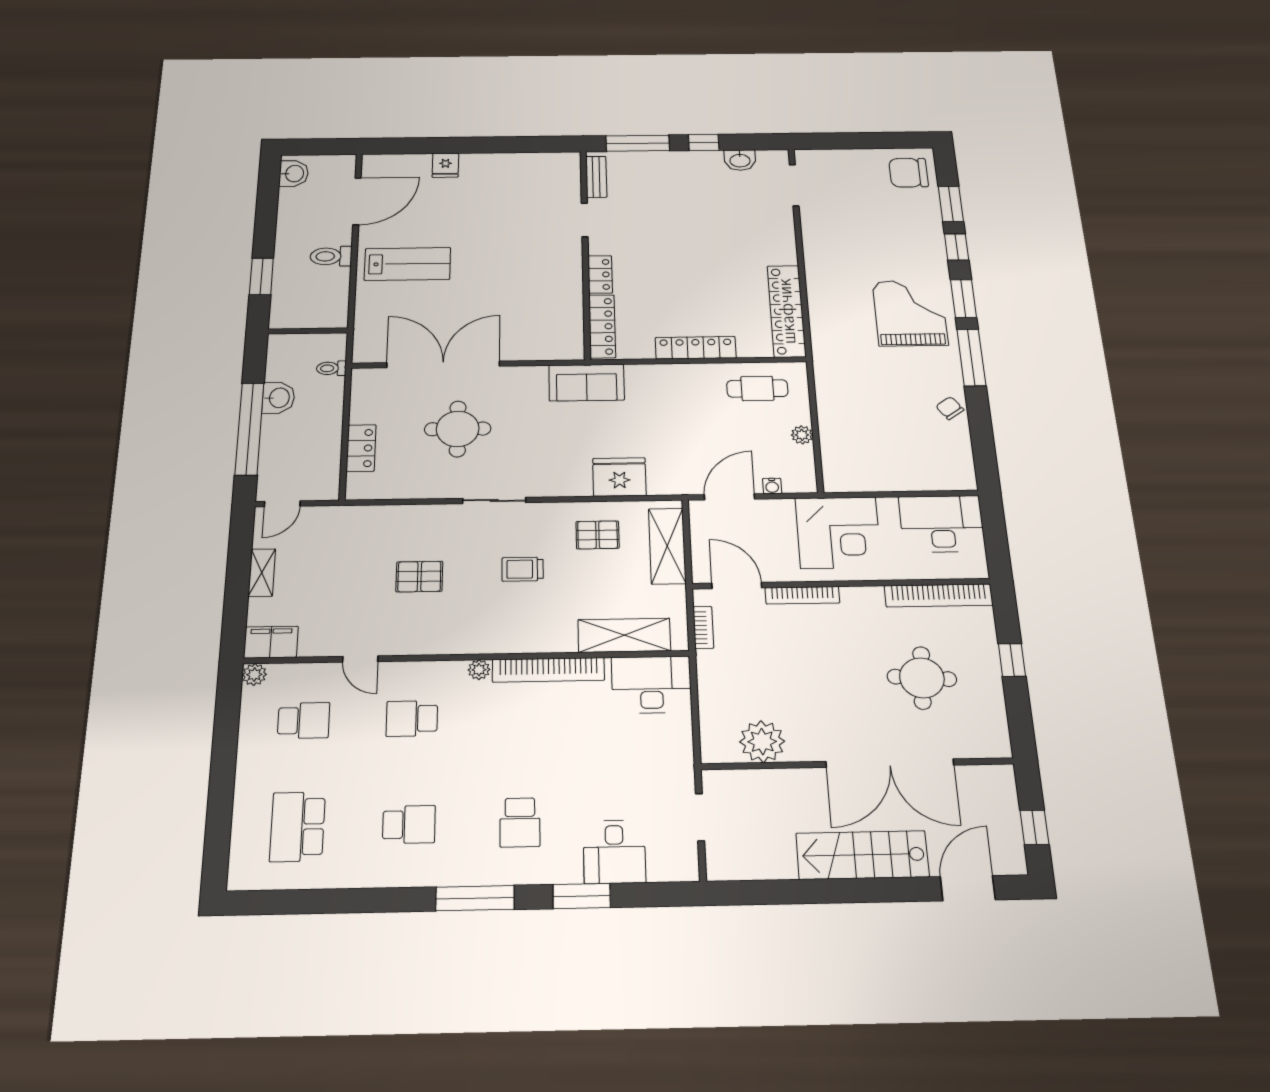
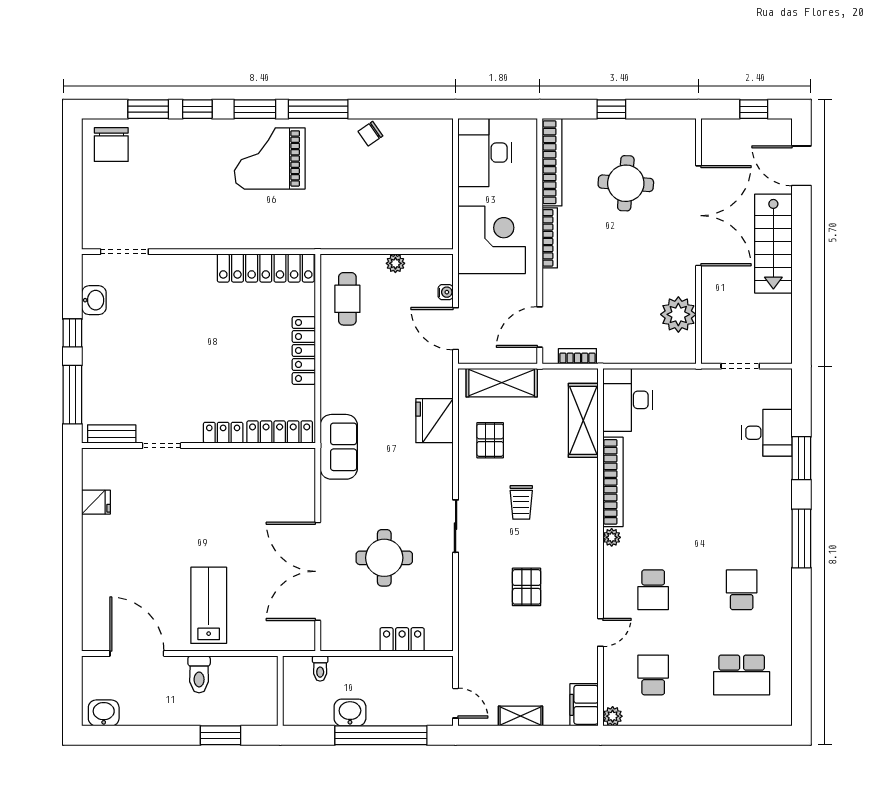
fridge: (445, 165) -> (96, 502), moved
bookcase: (802, 595) -> (550, 238), moved
school desk: (520, 822) -> (742, 505), removed

